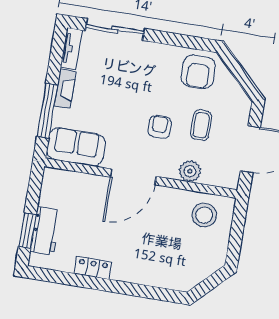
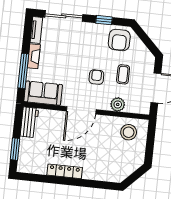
window: (177, 40) -> (104, 20), added
workbench: (45, 231) -> (29, 122), moved
locker: (93, 268) -> (65, 171), width x1.53

